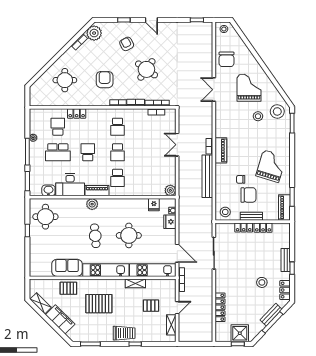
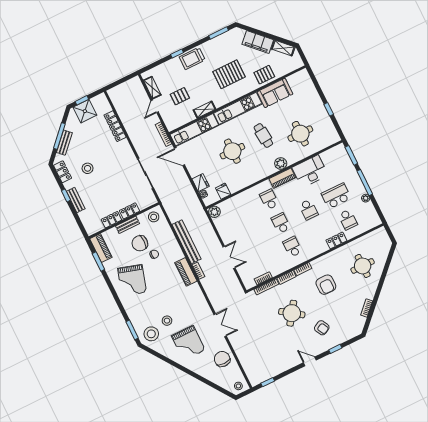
plant: (94, 33) -> (357, 323), removed
washbasin: (48, 190) -> (327, 156), removed
round table: (45, 217) -> (300, 134), moved

